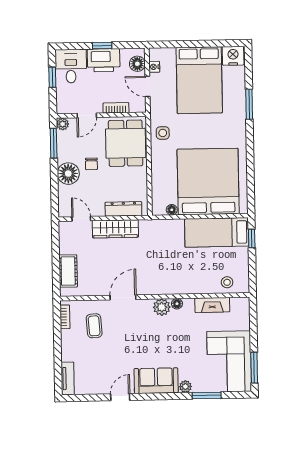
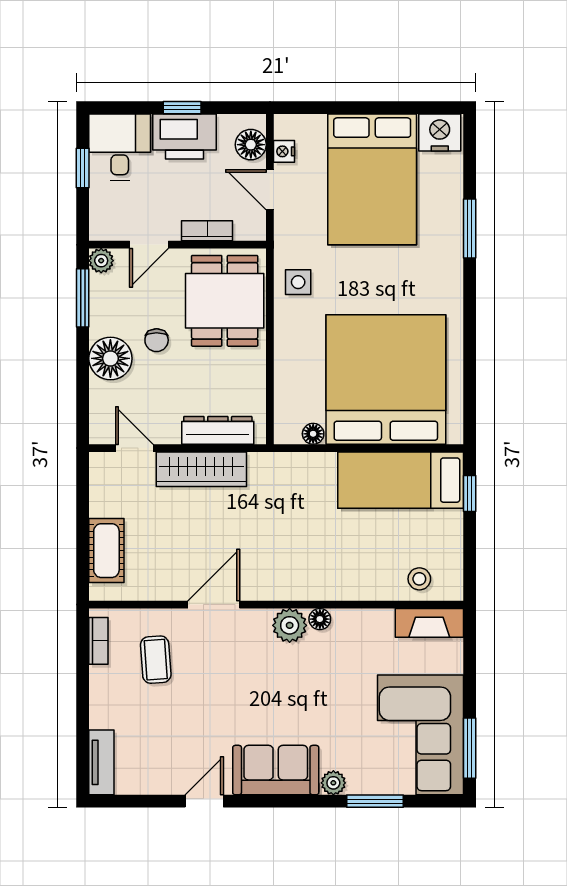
fireplace: (212, 305) -> (429, 623), moved

